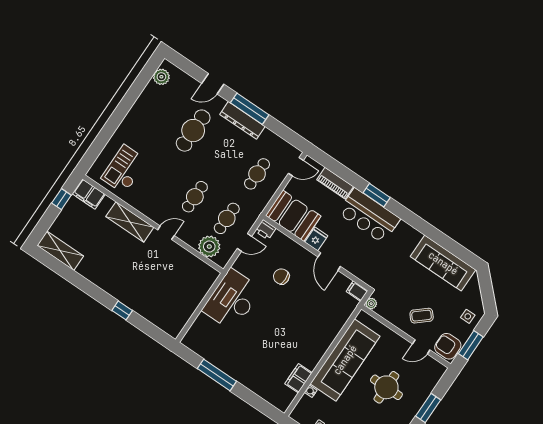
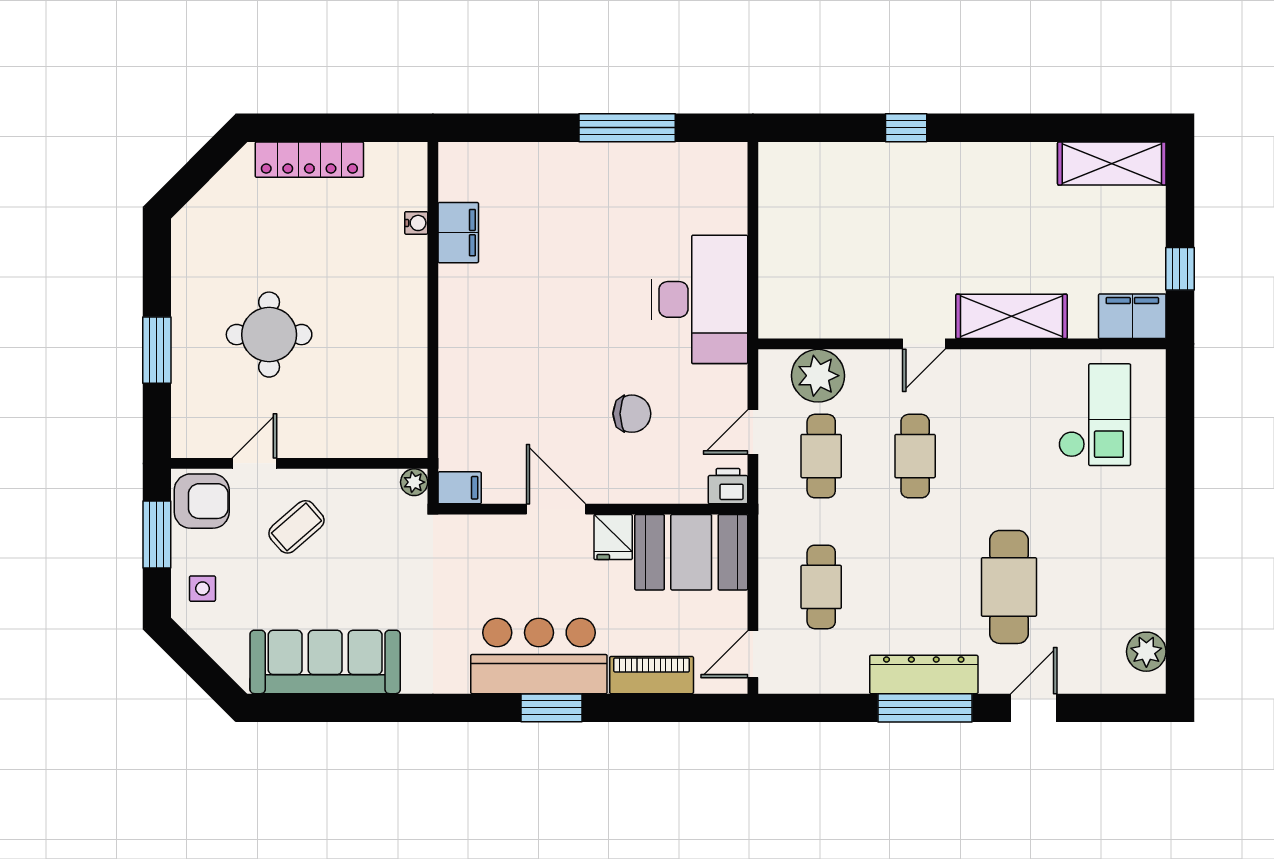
sofa: (345, 360) -> (390, 333), removed

